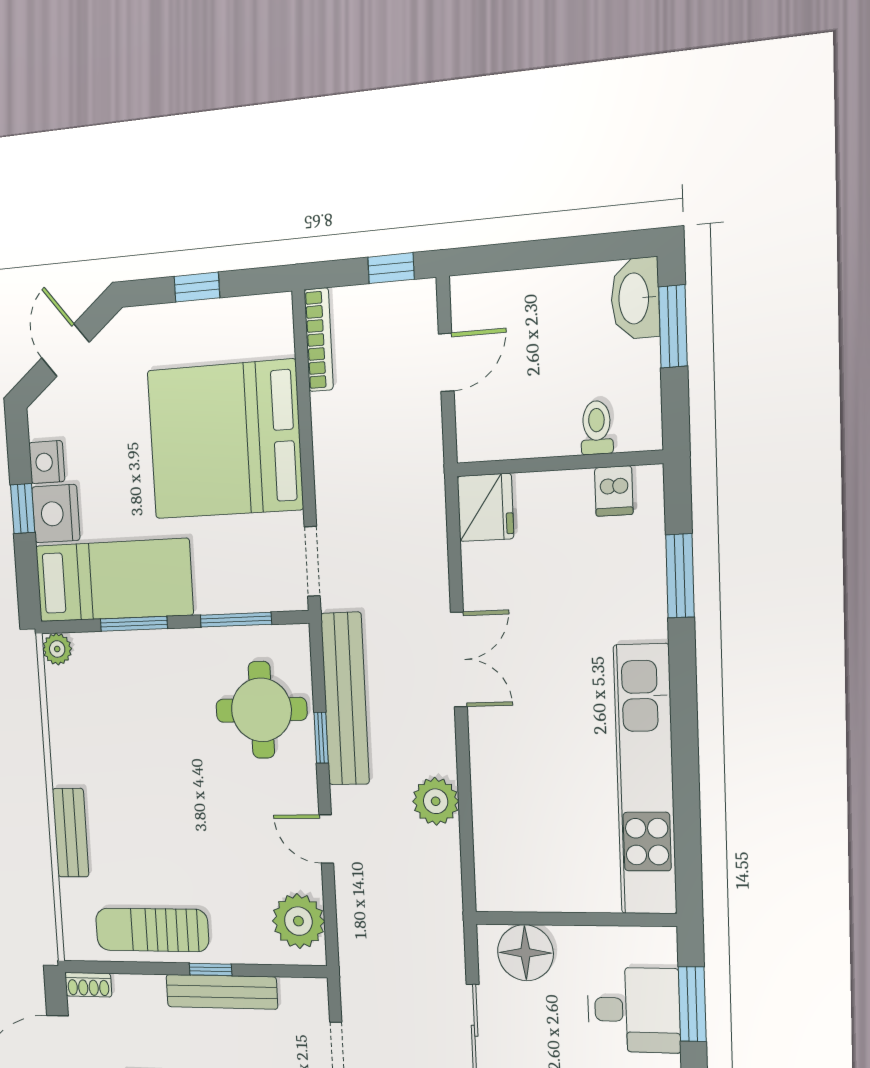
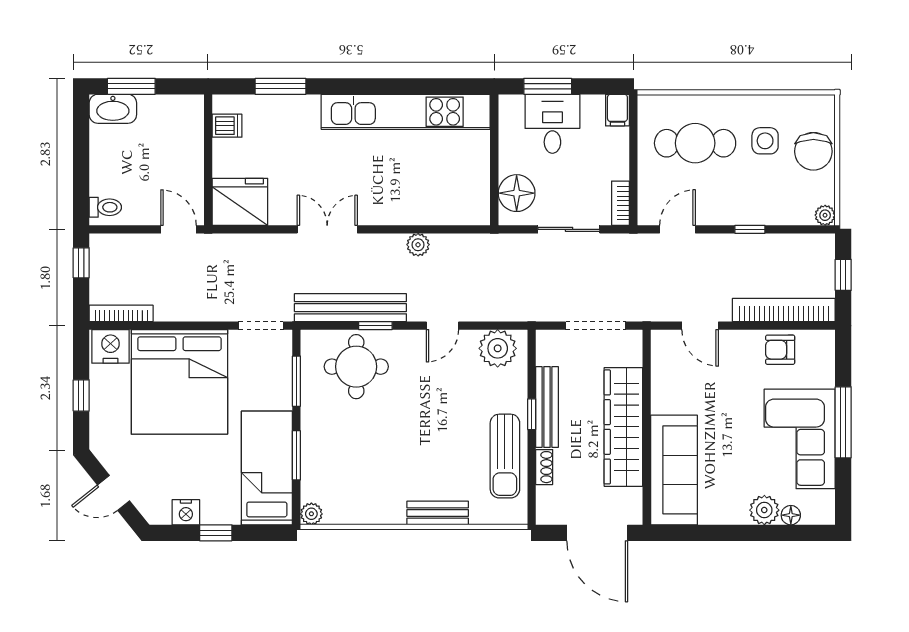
door: (446, 362) -> (179, 229), moved
toilet: (597, 428) -> (105, 207), moved, turned 180
fridge: (485, 507) -> (240, 202), width x1.36, depth x1.34
nightstand: (56, 514) -> (111, 346), moved, turned 180
plant: (436, 801) -> (418, 245), width x0.73, depth x0.73
shoe rack: (88, 985) -> (544, 467), moved

